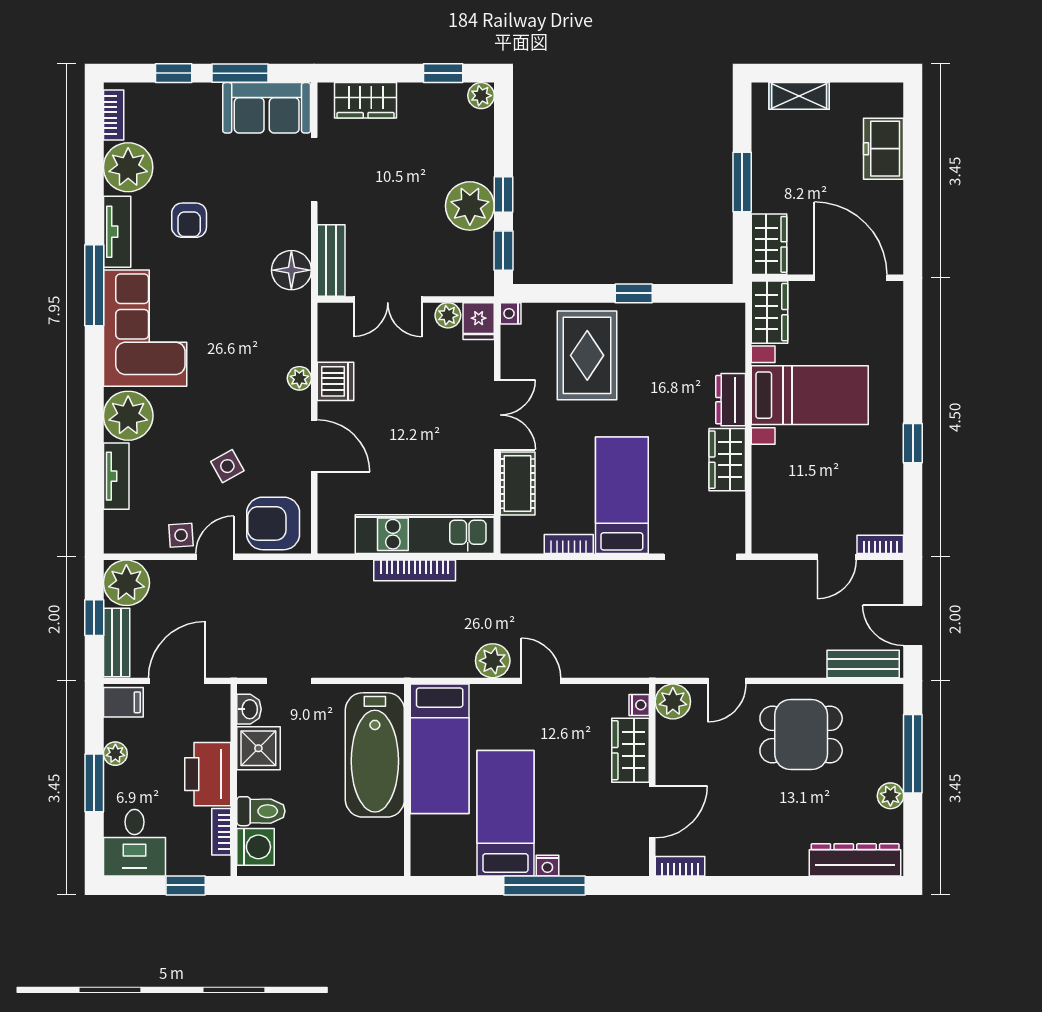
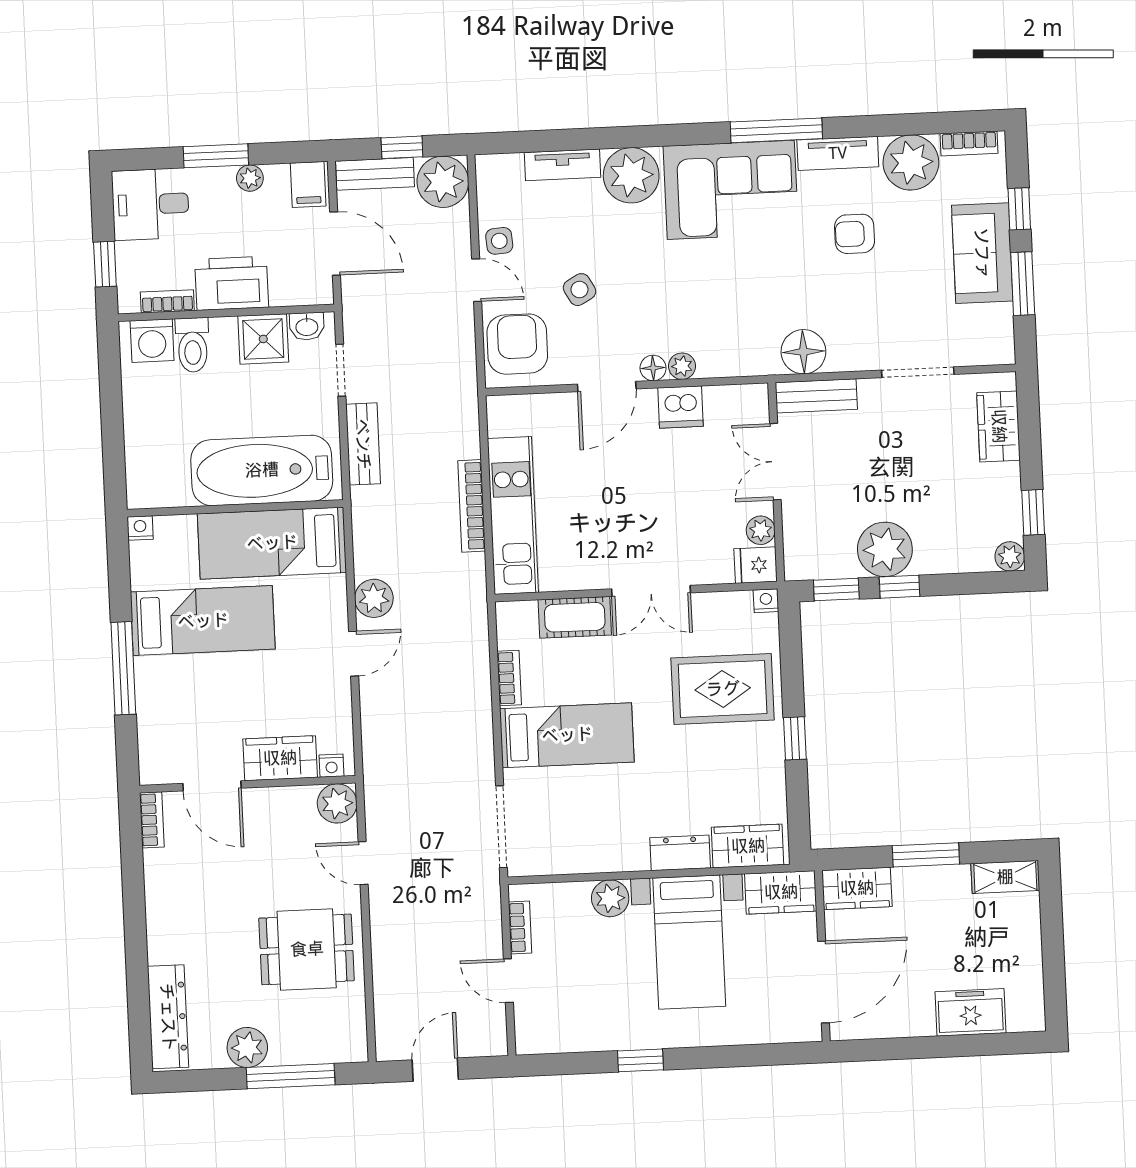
shelving: (799, 96) -> (1005, 877), moved, turned 90
sofa: (267, 108) -> (982, 253), moved
floor lamp: (300, 404) -> (653, 368), added
wardrobe: (727, 460) -> (748, 846), moved
plant: (768, 463) -> (610, 898), added
bookcase: (880, 544) -> (520, 927), moved
bench: (863, 664) -> (363, 444), moved
dining table: (801, 734) -> (307, 949), turned 90
plant: (890, 796) -> (247, 1047), width x1.38, depth x1.38
nightstand: (547, 866) -> (140, 528), moved, turned 90

